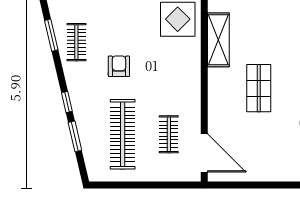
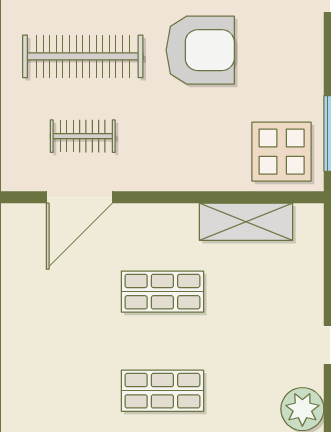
armchair: (119, 66) -> (200, 50), width x1.88, depth x1.88
door: (204, 153) -> (79, 197), moved

